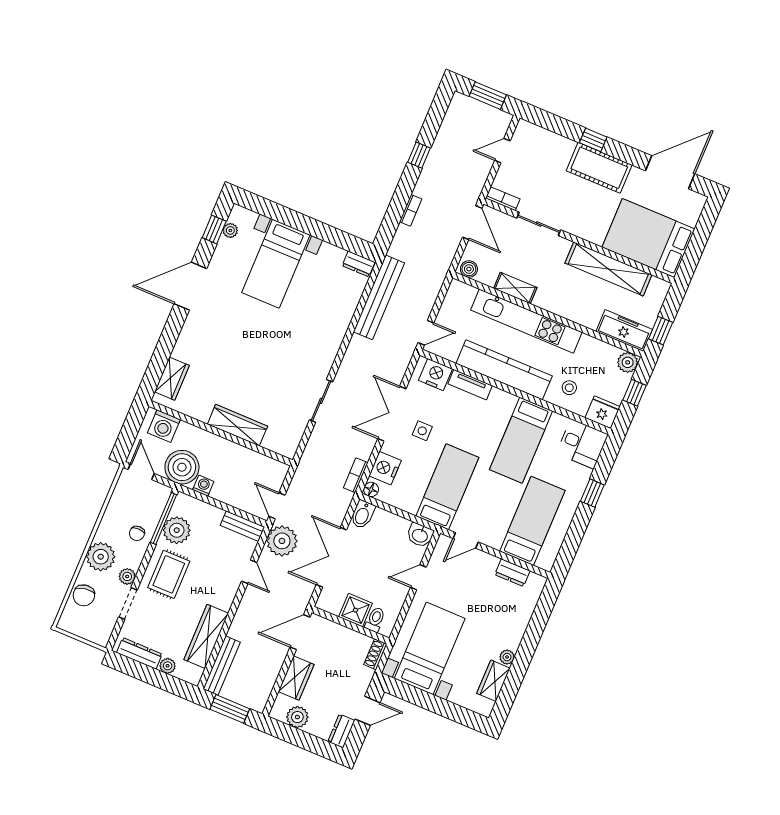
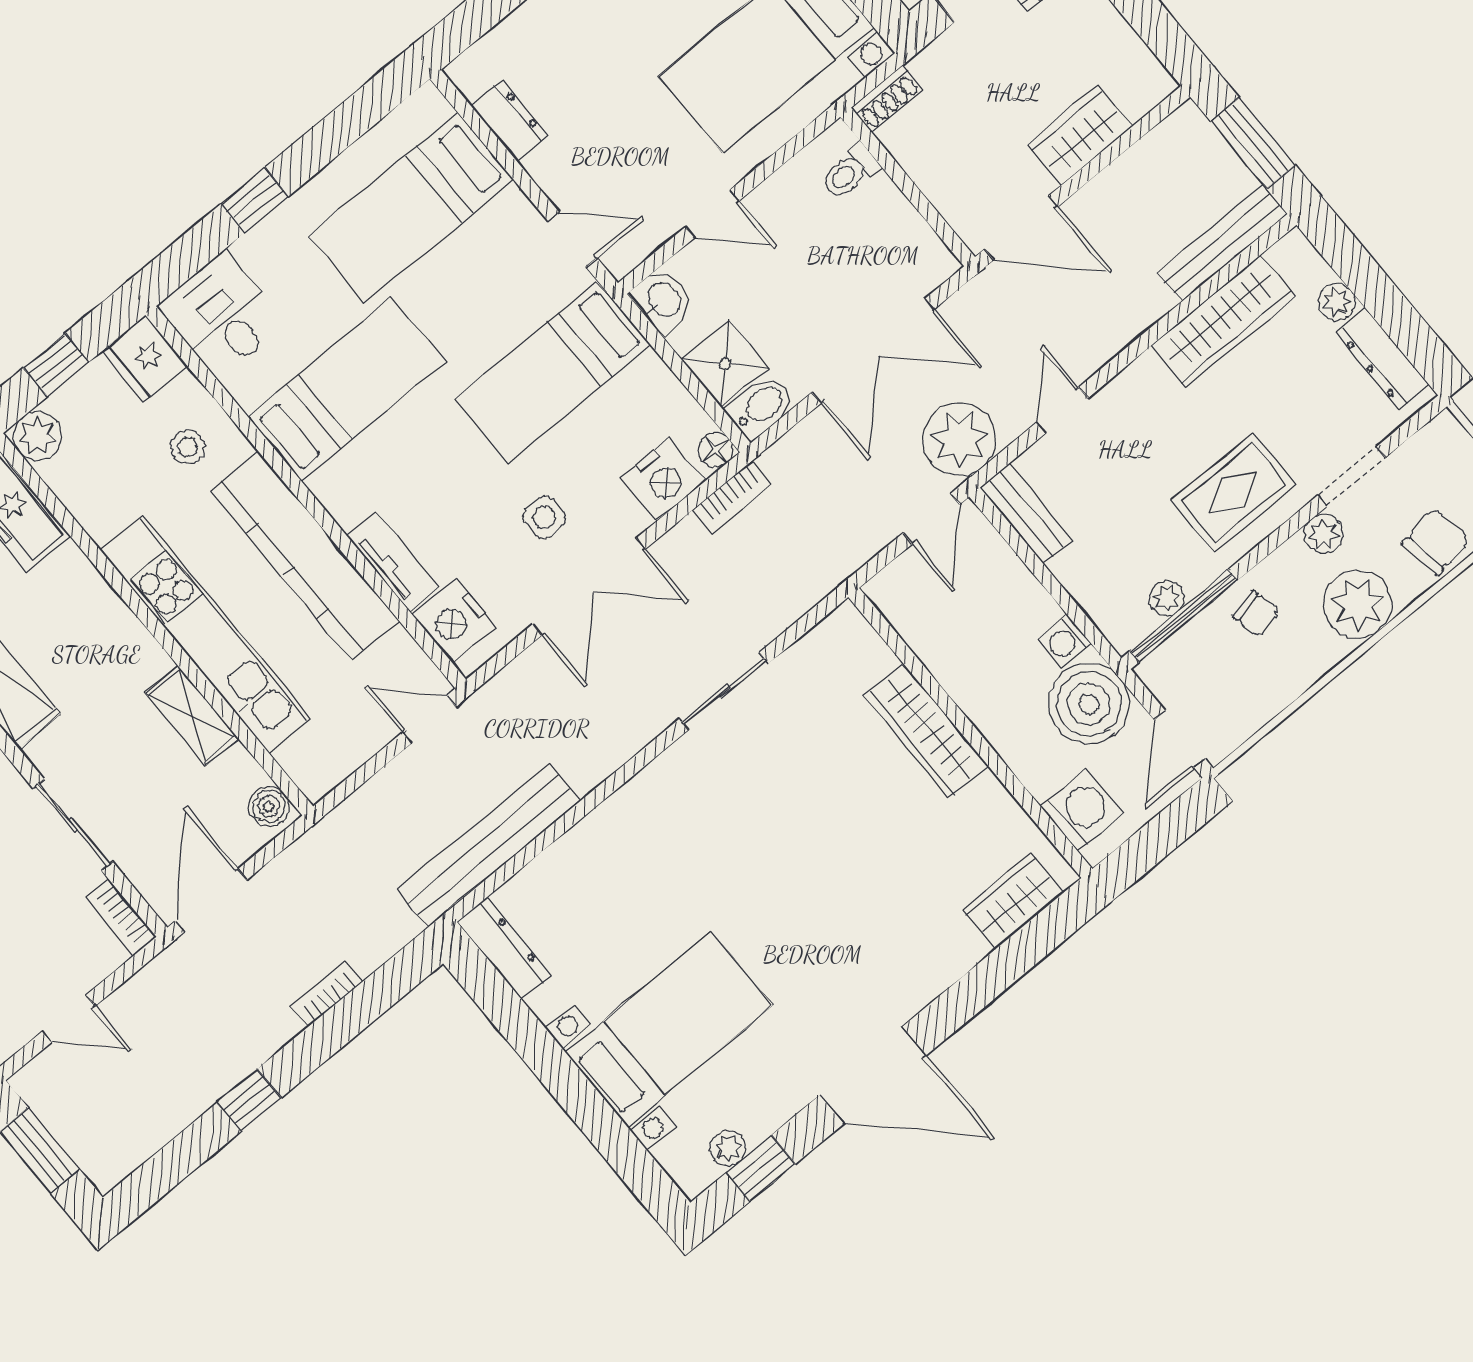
dresser: (359, 264) -> (505, 949), width x1.44
plant: (177, 530) -> (1167, 598), width x0.53, depth x0.53
chair: (137, 533) -> (1256, 614), turned 77
shower: (355, 610) -> (725, 364), moved
plant: (297, 717) -> (1120, 52), removed

